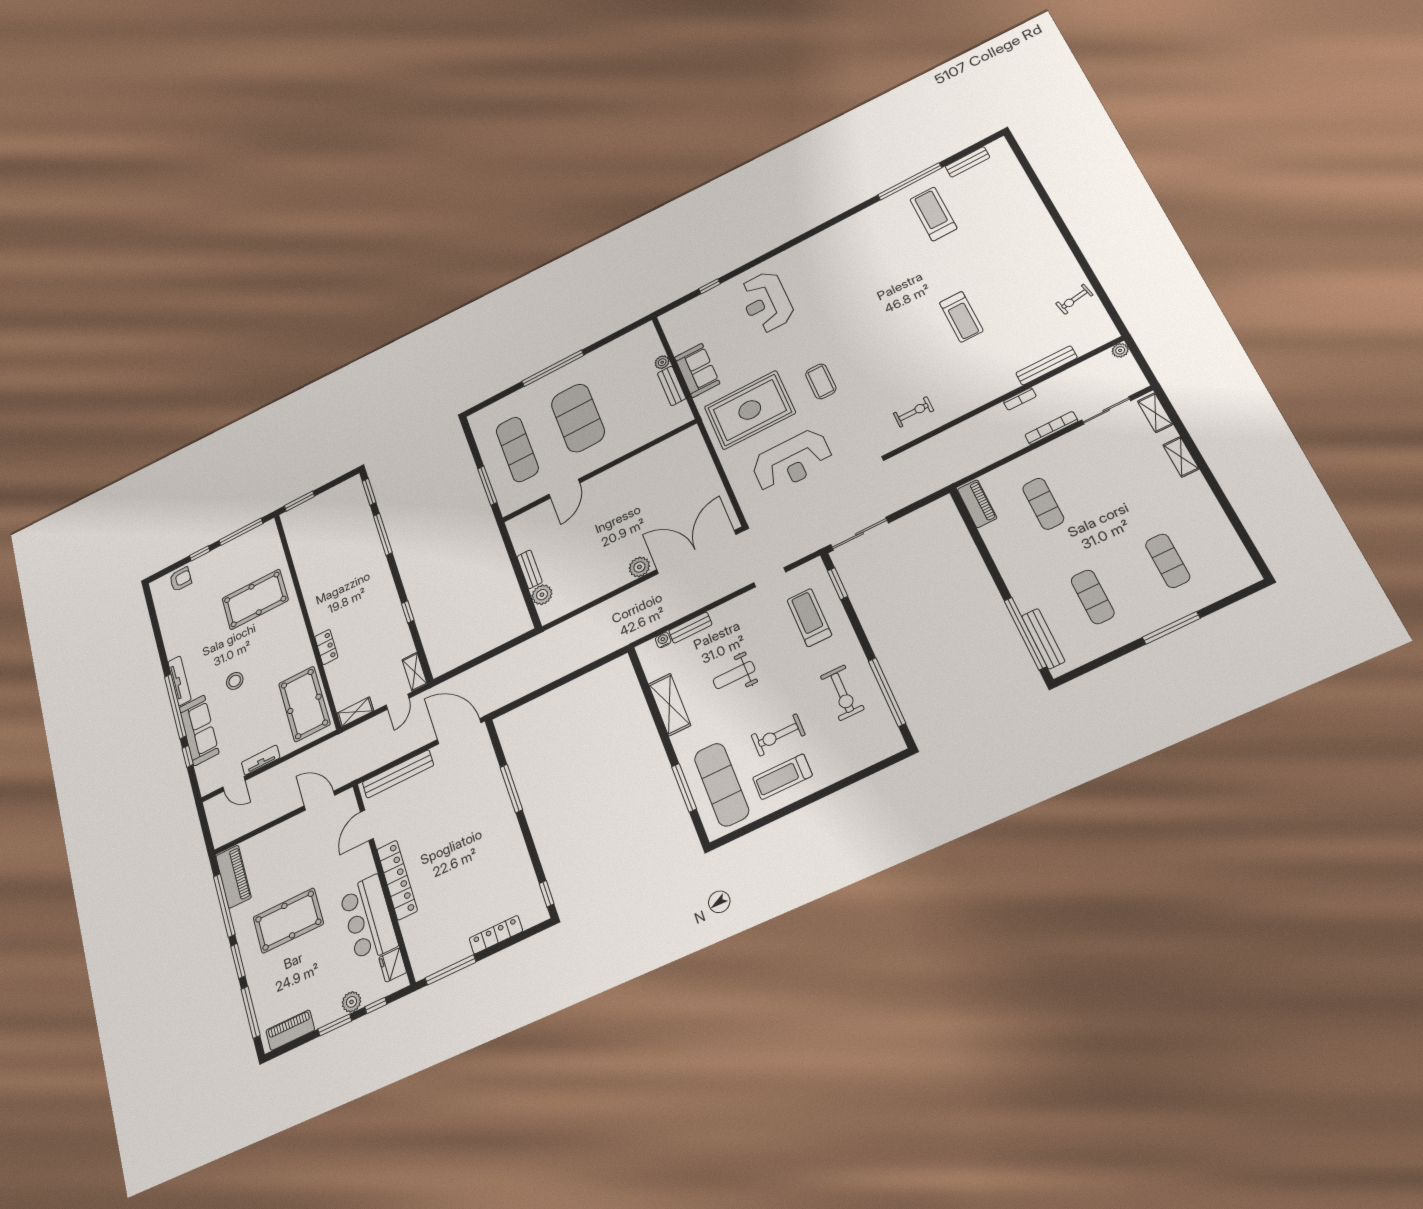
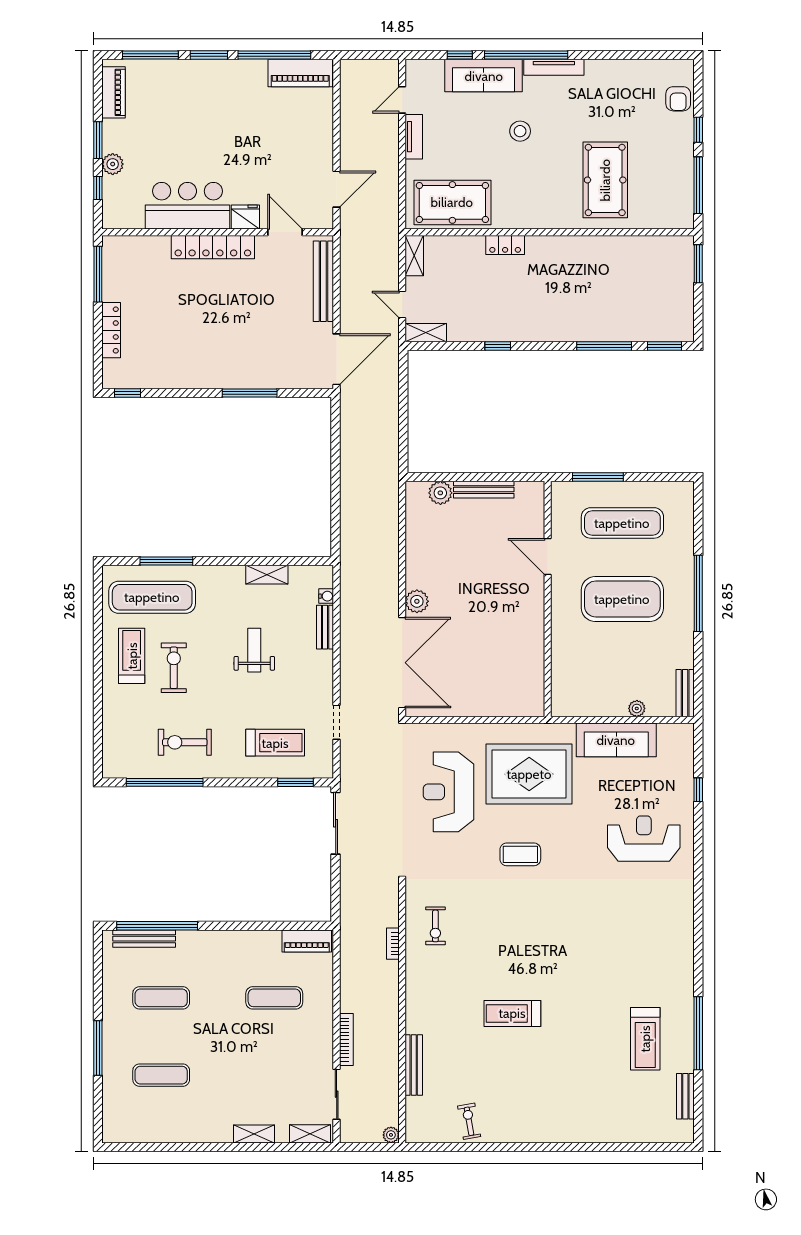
treadmill: (933, 214) -> (645, 1039), turned 90
sofa: (697, 370) -> (616, 740), width x1.36
bench: (672, 386) -> (685, 693), moved, turned 90
bookcase: (1020, 399) -> (393, 944), moved
rug: (750, 410) -> (529, 774), turned 90
bench: (530, 569) -> (484, 490), width x1.36
shelving: (669, 705) -> (267, 575), width x0.67, depth x0.75
pool table: (288, 921) -> (226, 120), removed
fridge: (393, 965) -> (245, 217), moved

